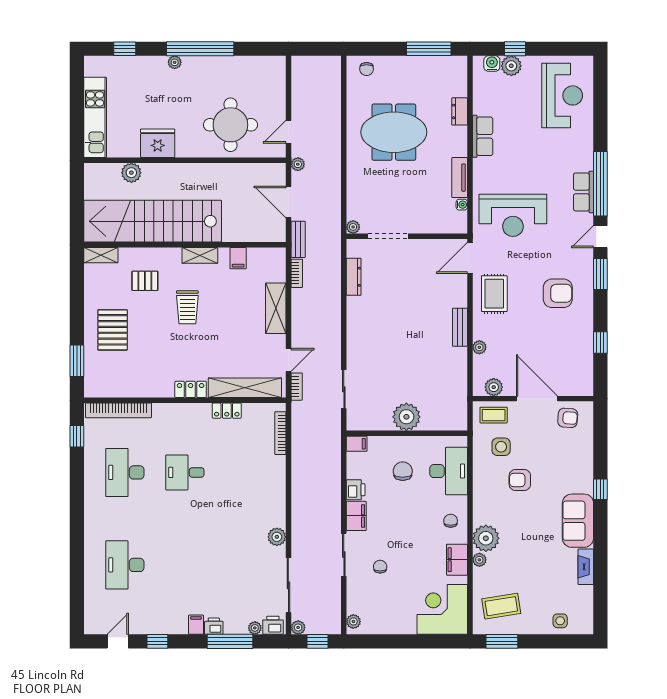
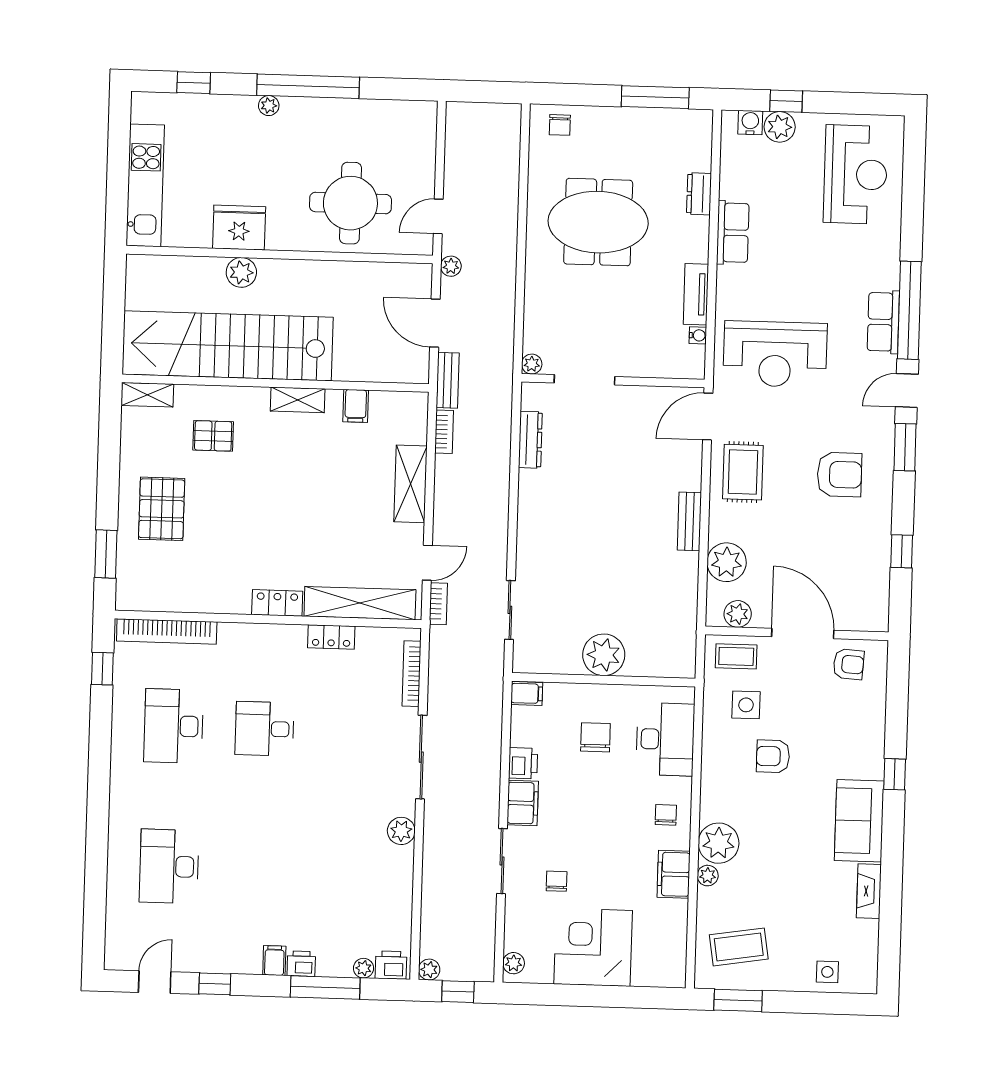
plant: (131, 173) -> (241, 272), moved
trolley: (187, 307) -> (276, 478), removed
plant: (479, 347) -> (727, 562), width x1.87, depth x1.87
sliding door: (288, 585) -> (421, 757), moved
corner desk: (442, 609) -> (593, 947), moved

